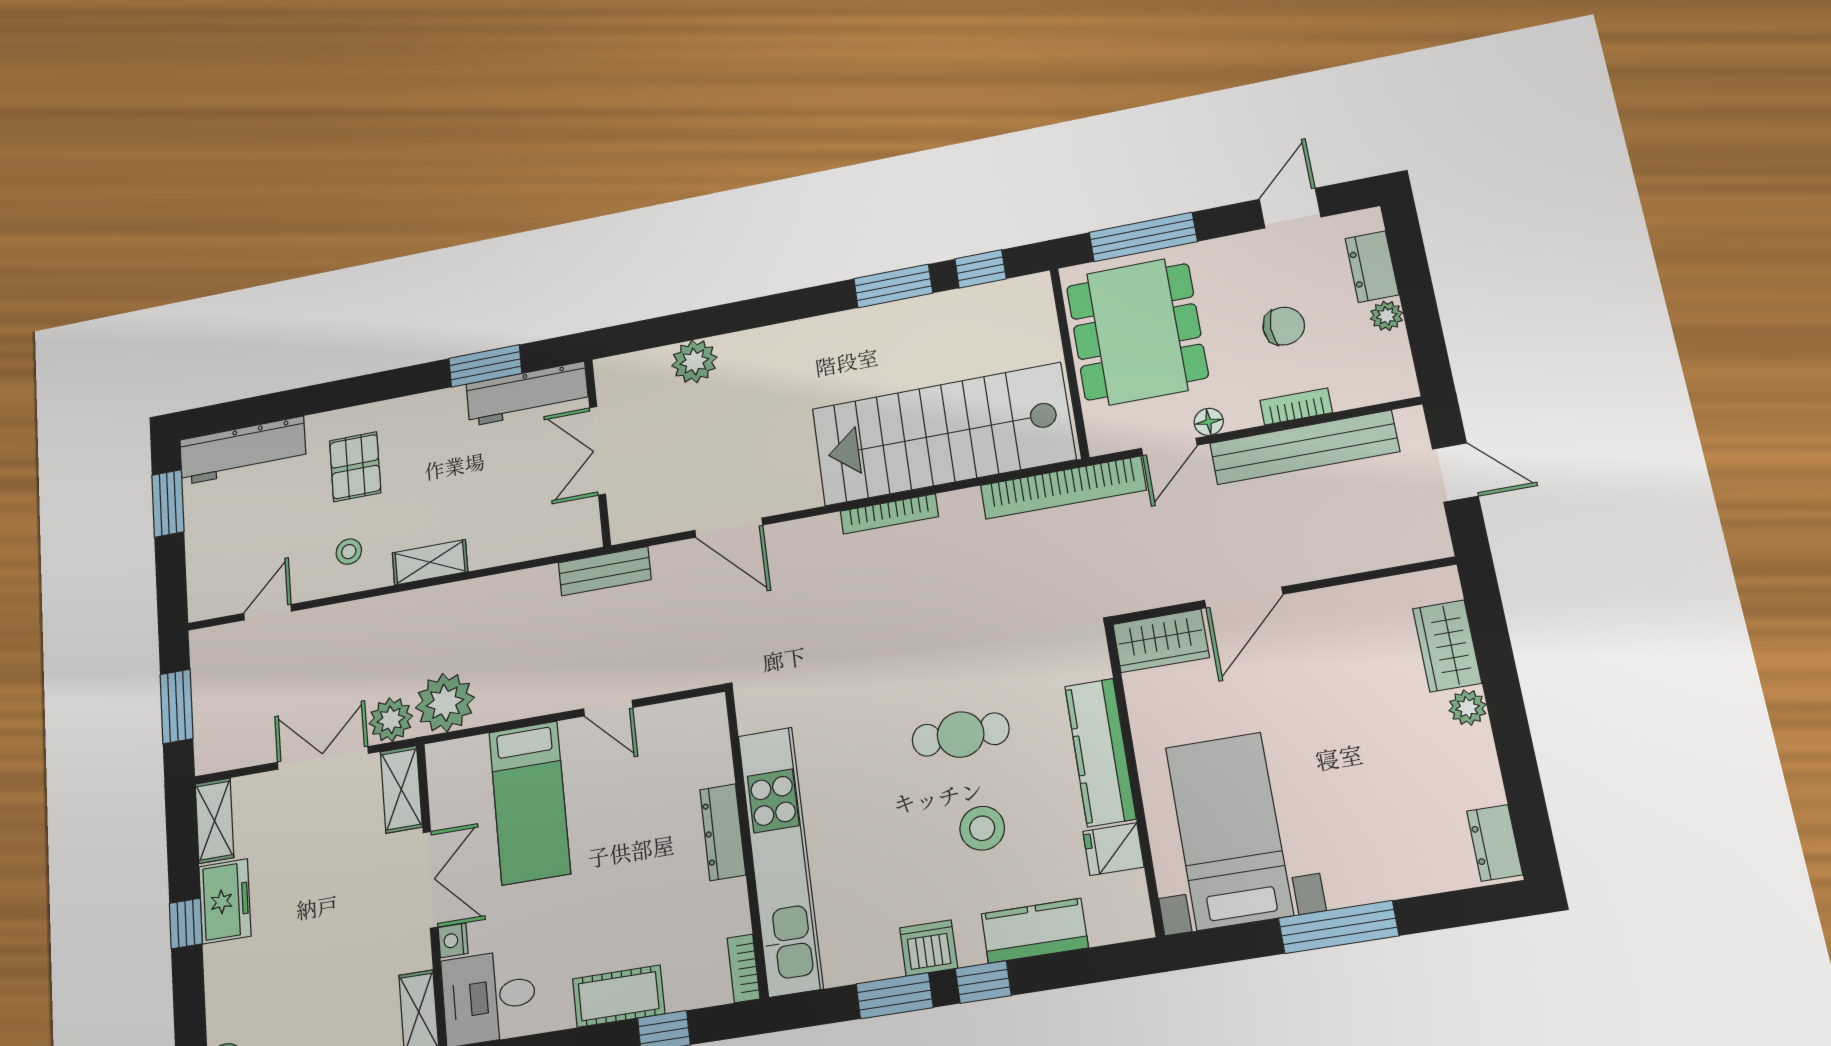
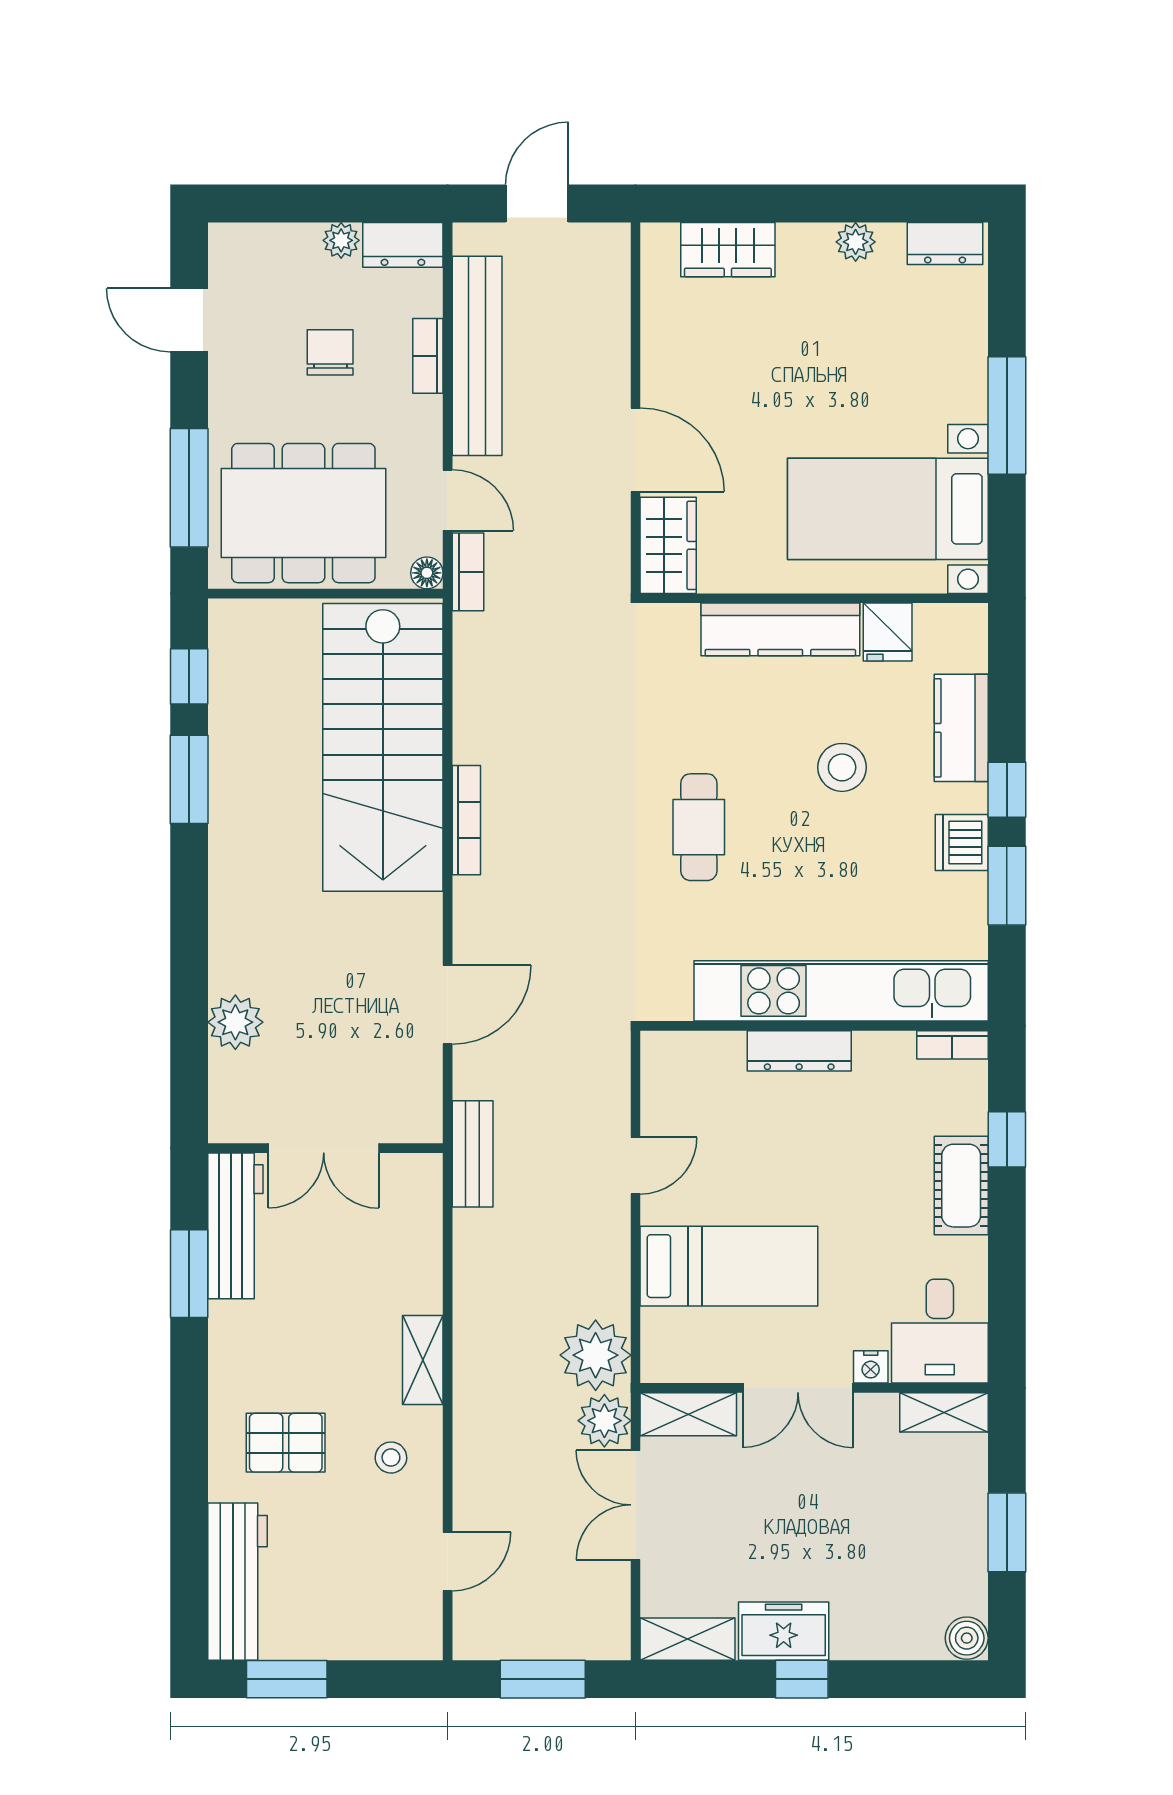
dresser: (1372, 267) -> (403, 245), moved
floor lamp: (1209, 422) -> (427, 573), moved
bookcase: (1063, 488) -> (468, 572), width x0.43, depth x0.76
door: (268, 612) -> (448, 1561), swing flipped
plant: (1468, 708) -> (856, 242), moved
cafe table: (961, 735) -> (699, 827), moved
double door: (430, 880) -> (798, 1388), swing flipped

